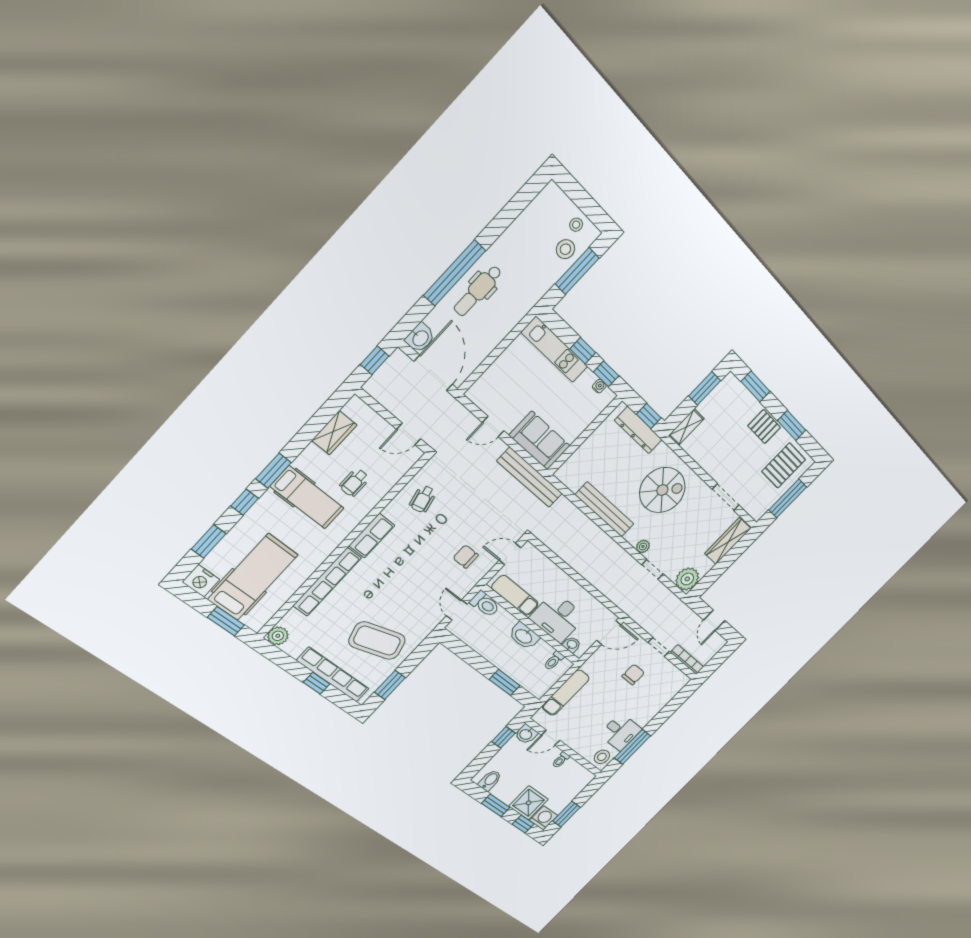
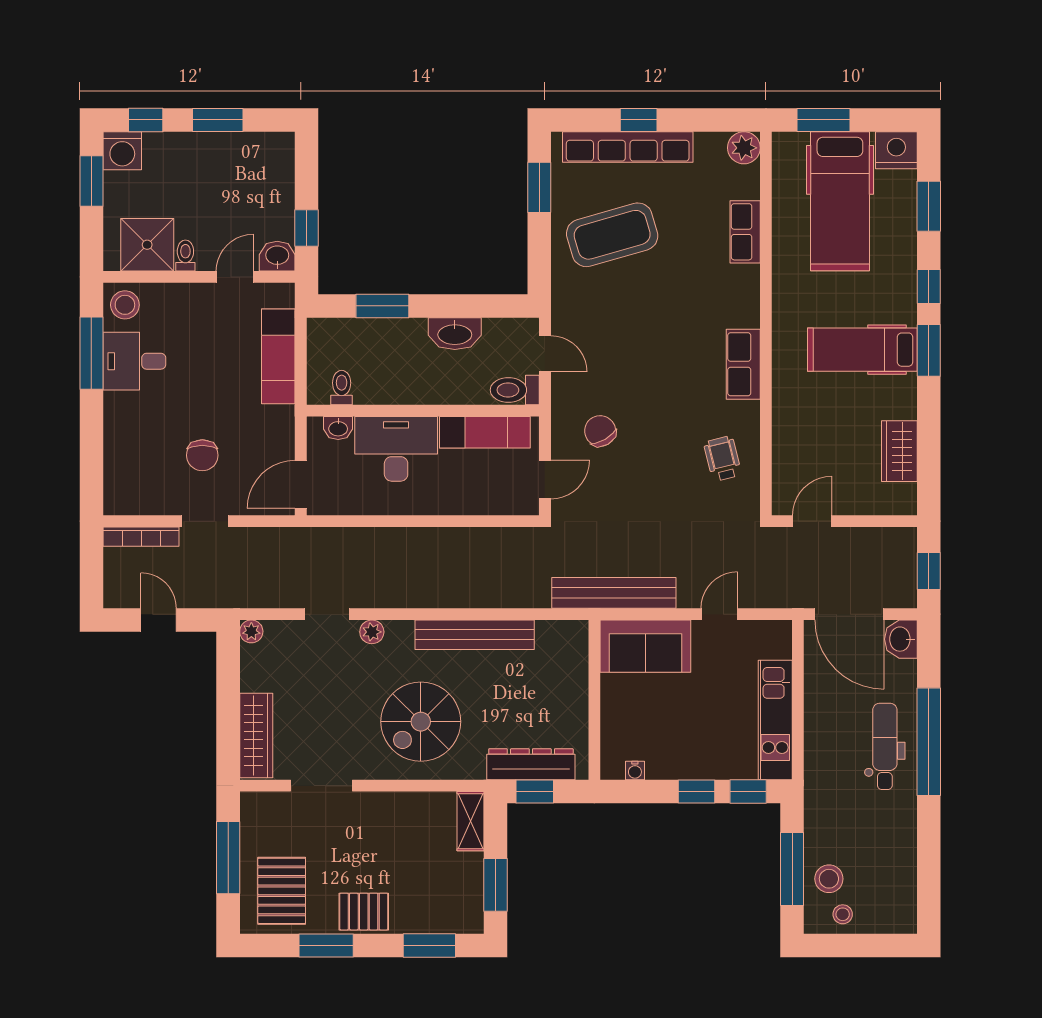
kitchen unit: (555, 350) -> (775, 720), moved, turned -90
window: (606, 374) -> (748, 791), moved
wheelchair: (354, 482) -> (823, 412), removed
chair: (466, 557) -> (600, 431), turned -120
plant: (687, 579) -> (251, 631), width x0.53, depth x0.53
row of seats: (327, 582) -> (745, 232), width x0.50
washbasin: (524, 636) -> (455, 334), moved, turned 180
bidet: (490, 780) -> (264, 151), removed
shower: (529, 803) -> (147, 245), moved

